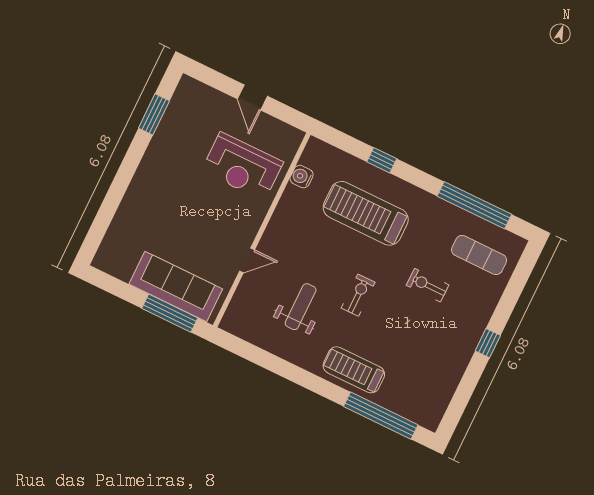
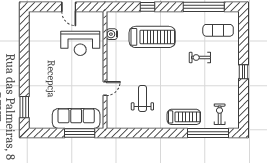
window: (154, 114) -> (24, 107), moved
treadmill: (366, 213) -> (152, 37), turned 180
exercise bike: (358, 295) -> (220, 114), moved
treadmill: (354, 370) -> (184, 117), turned 180

